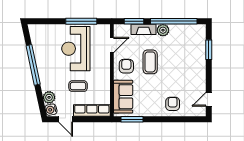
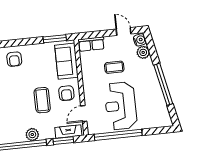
window: (81, 21) -> (118, 135), width x1.46
fireplace: (144, 29) -> (68, 132), moved
reception desk: (76, 49) -> (121, 106), turned 180
row of seats: (92, 110) -> (91, 44), width x0.68

